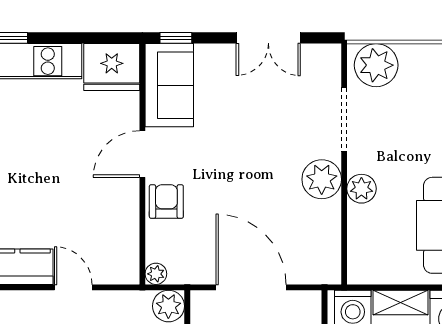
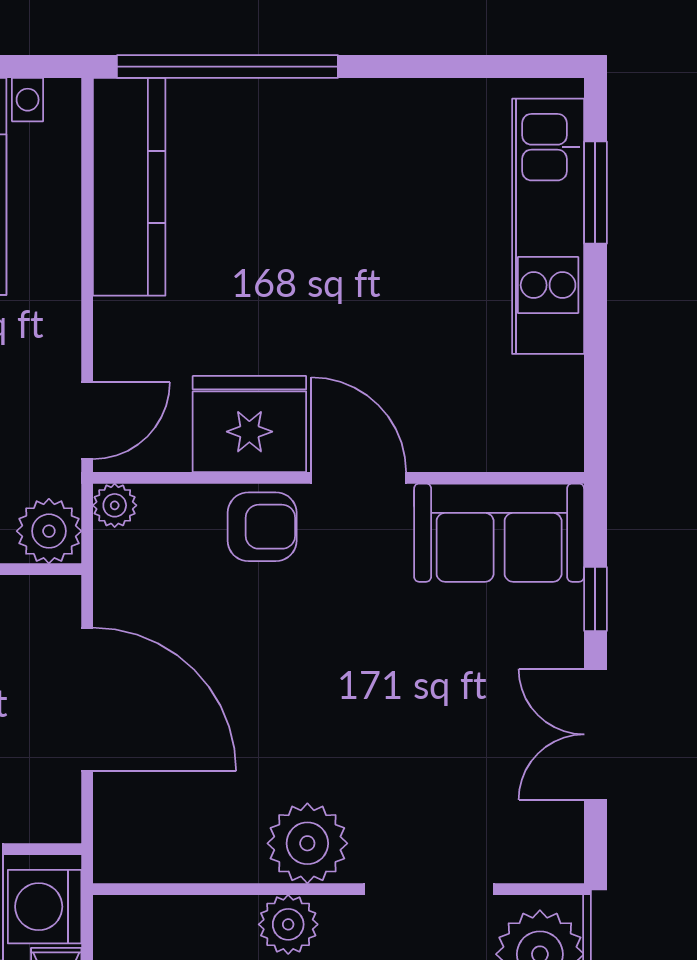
window: (176, 38) -> (595, 599), moved
fridge: (112, 67) -> (249, 424), moved, turned 90
door: (73, 287) -> (87, 421), moved
door: (251, 287) -> (87, 699), hinge flipped

